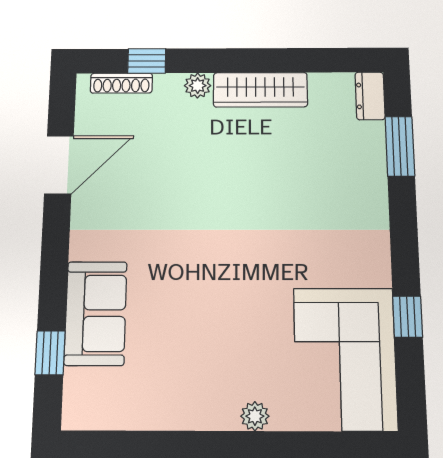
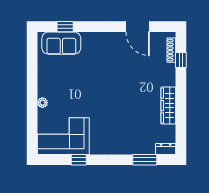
plant: (198, 86) -> (170, 81), removed
sofa: (96, 313) -> (61, 43), moved

